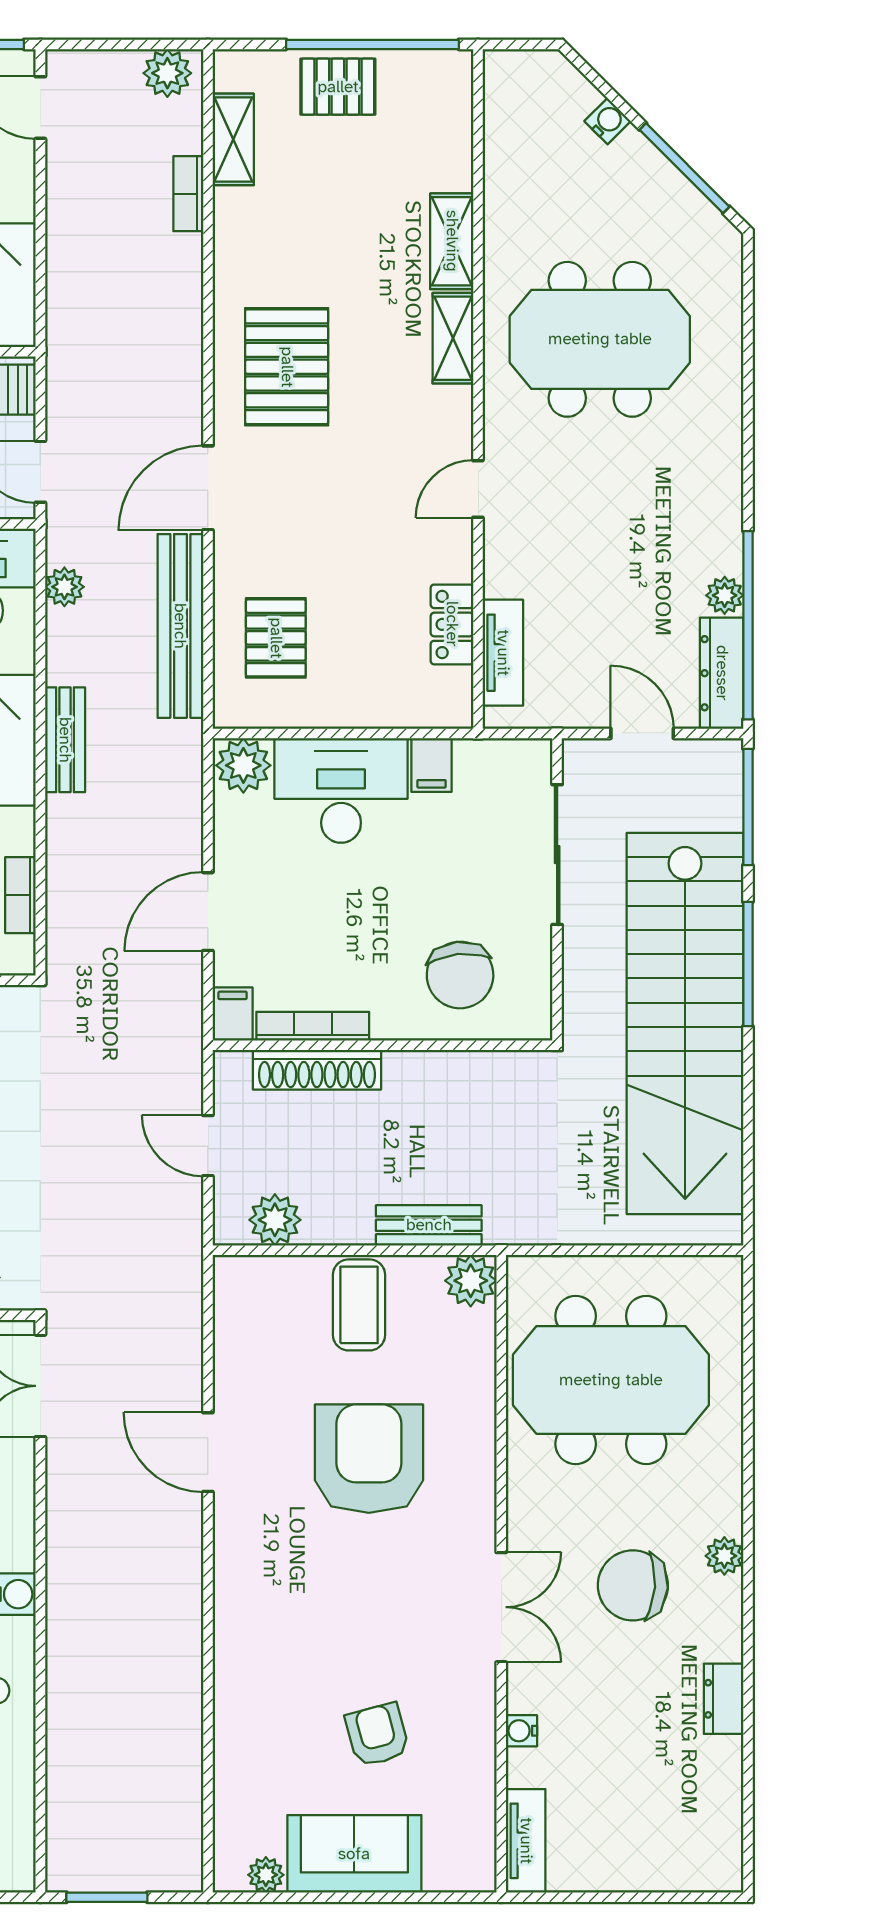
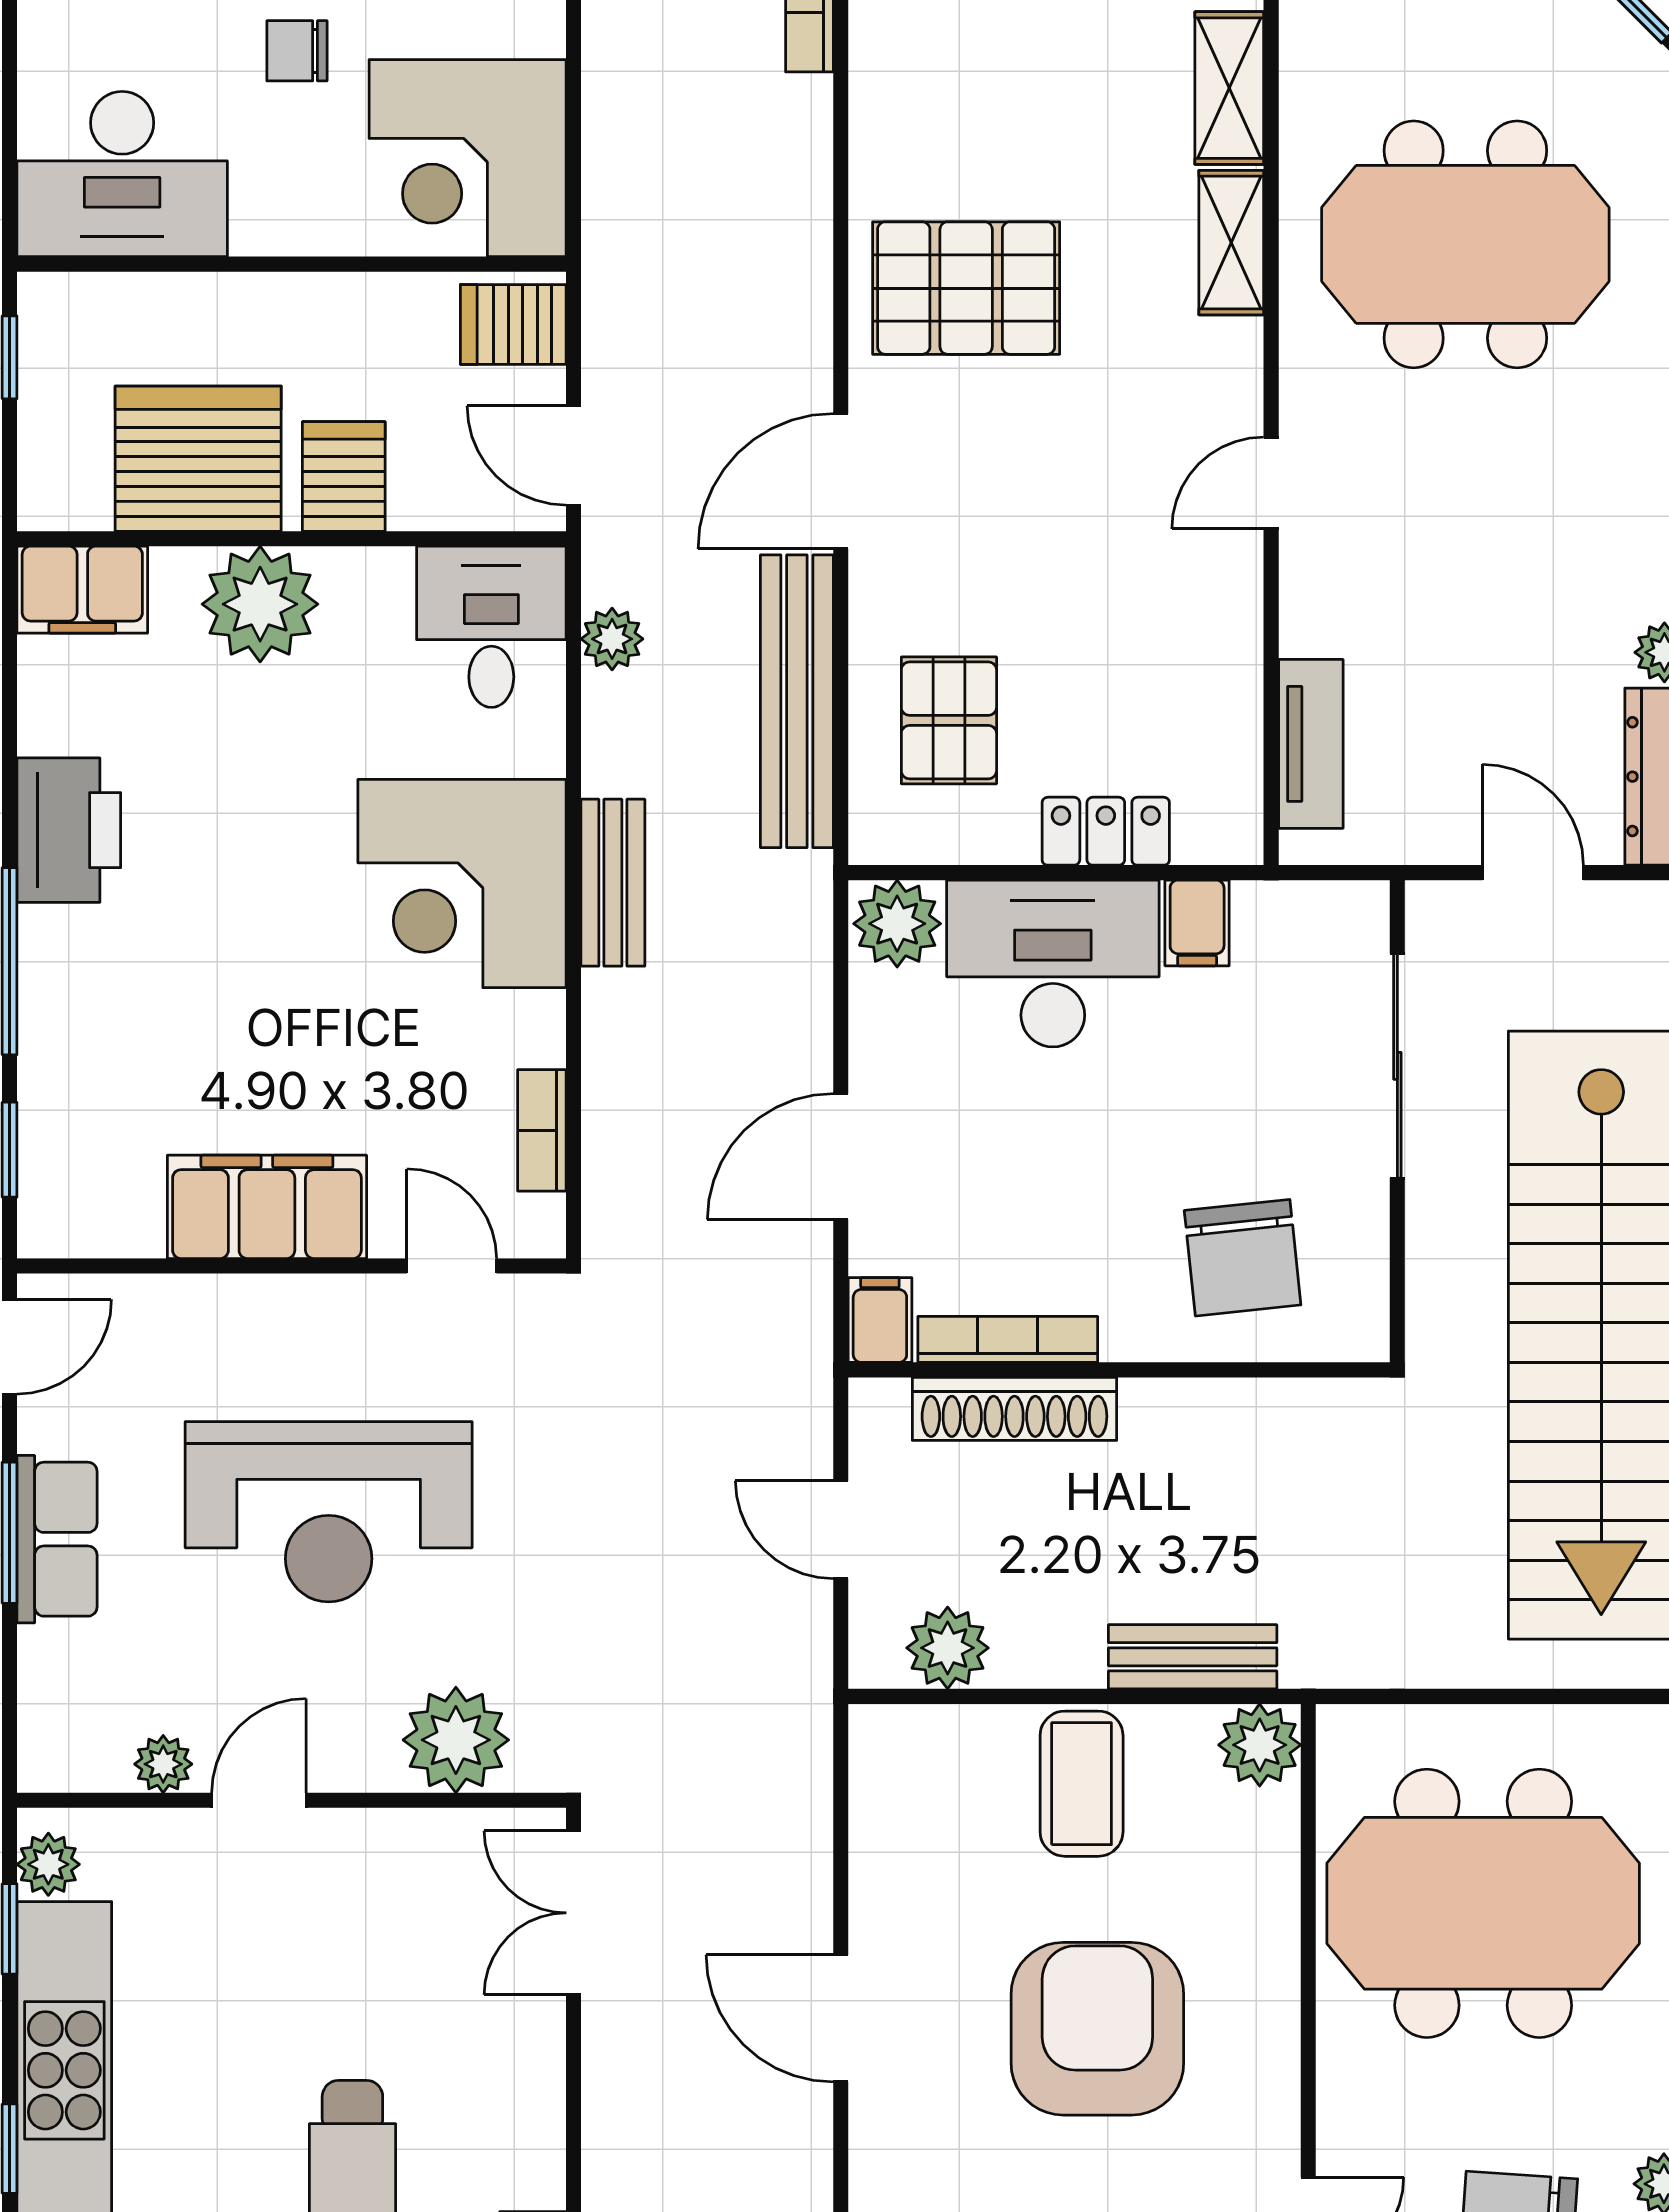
pallet: (287, 367) -> (966, 288), turned 90
locker: (452, 624) -> (1106, 831), moved, turned 90

